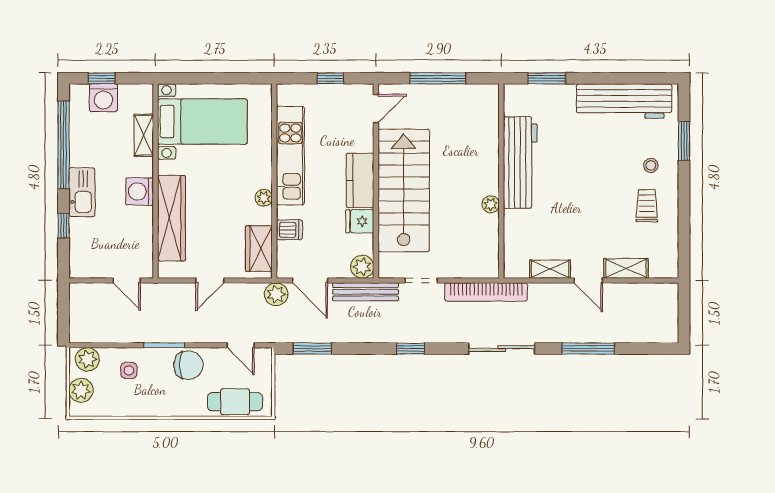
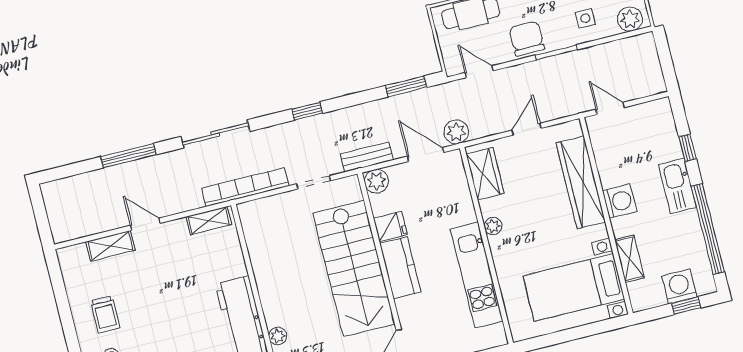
plant: (491, 204) -> (278, 336), moved
dishwasher: (289, 230) -> (459, 200), removed
shelving: (550, 269) -> (209, 221), moved
bench: (366, 292) -> (367, 157), width x0.73
chair: (188, 365) -> (527, 39), turned 90

